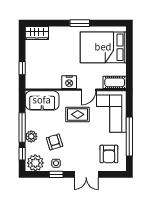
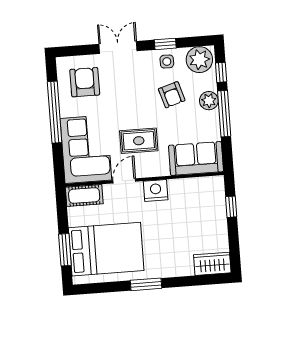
window: (129, 49) -> (65, 250), added

